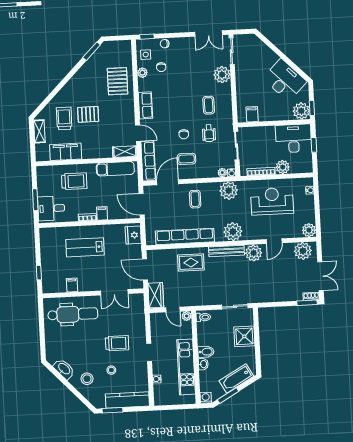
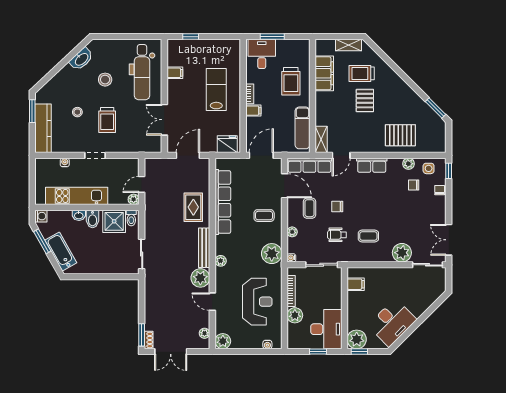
trolley: (64, 118) -> (362, 73), turned 180
plant: (222, 173) -> (292, 232), moved
plant: (233, 232) -> (221, 261), width x0.53, depth x0.53
plant: (303, 251) -> (204, 333), width x0.53, depth x0.53
wardrobe: (156, 295) -> (159, 166), removed
shower: (244, 336) -> (114, 221), moved
stool: (87, 379) -> (105, 80), moved

